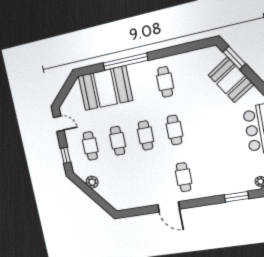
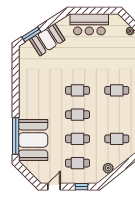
window: (125, 62) -> (16, 136), moved
cafe table: (165, 82) -> (117, 139), moved

